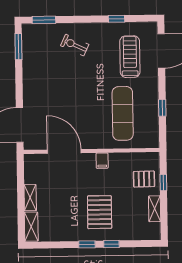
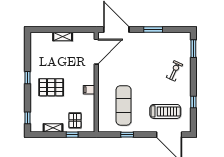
window: (18, 47) -> (153, 30), moved
exercise mat: (123, 113) -> (124, 105), turned 90
door: (64, 151) -> (96, 52), moved
shelving: (31, 227) -> (41, 37), removed
window: (111, 244) -> (27, 118), moved

